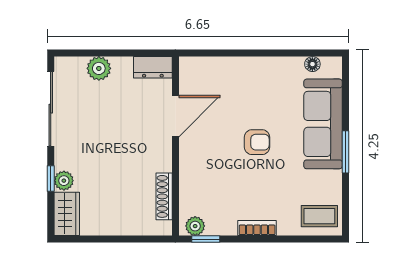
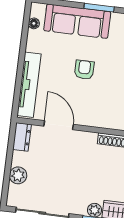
tv unit: (227, 68) -> (29, 85), added

